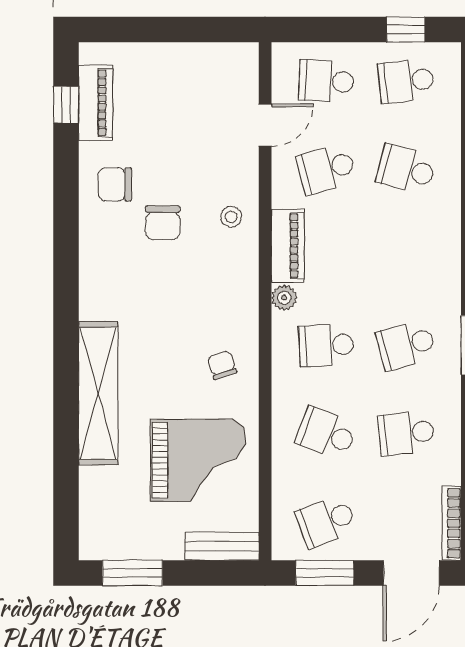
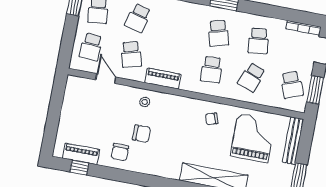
plant: (284, 298) -> (186, 85), removed
bench: (222, 546) -> (293, 141), width x1.36

